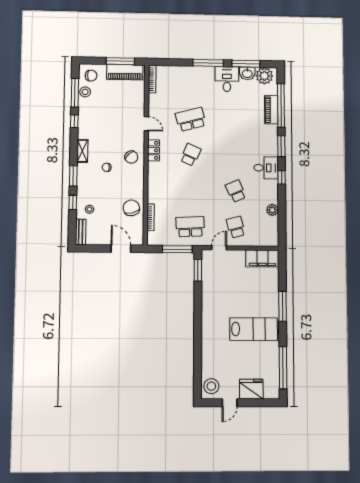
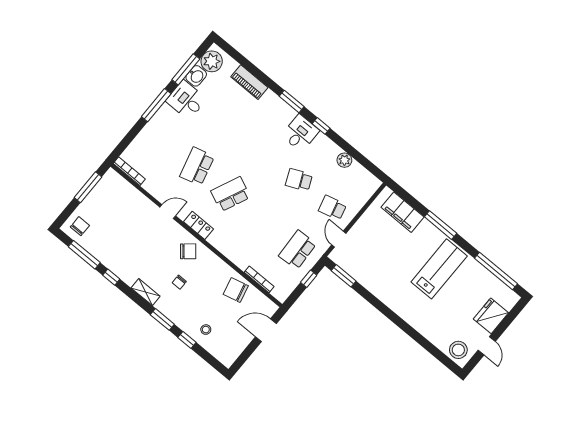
piano: (125, 72) -> (102, 192), removed
stool: (85, 92) -> (91, 244), removed
window: (281, 105) -> (253, 69), removed
school desk: (191, 155) -> (231, 194), width x1.85
bench: (81, 232) -> (220, 355), removed
window: (177, 249) -> (309, 279), width x0.46
filing cabinet: (262, 258) -> (403, 212), moved, turned 90

